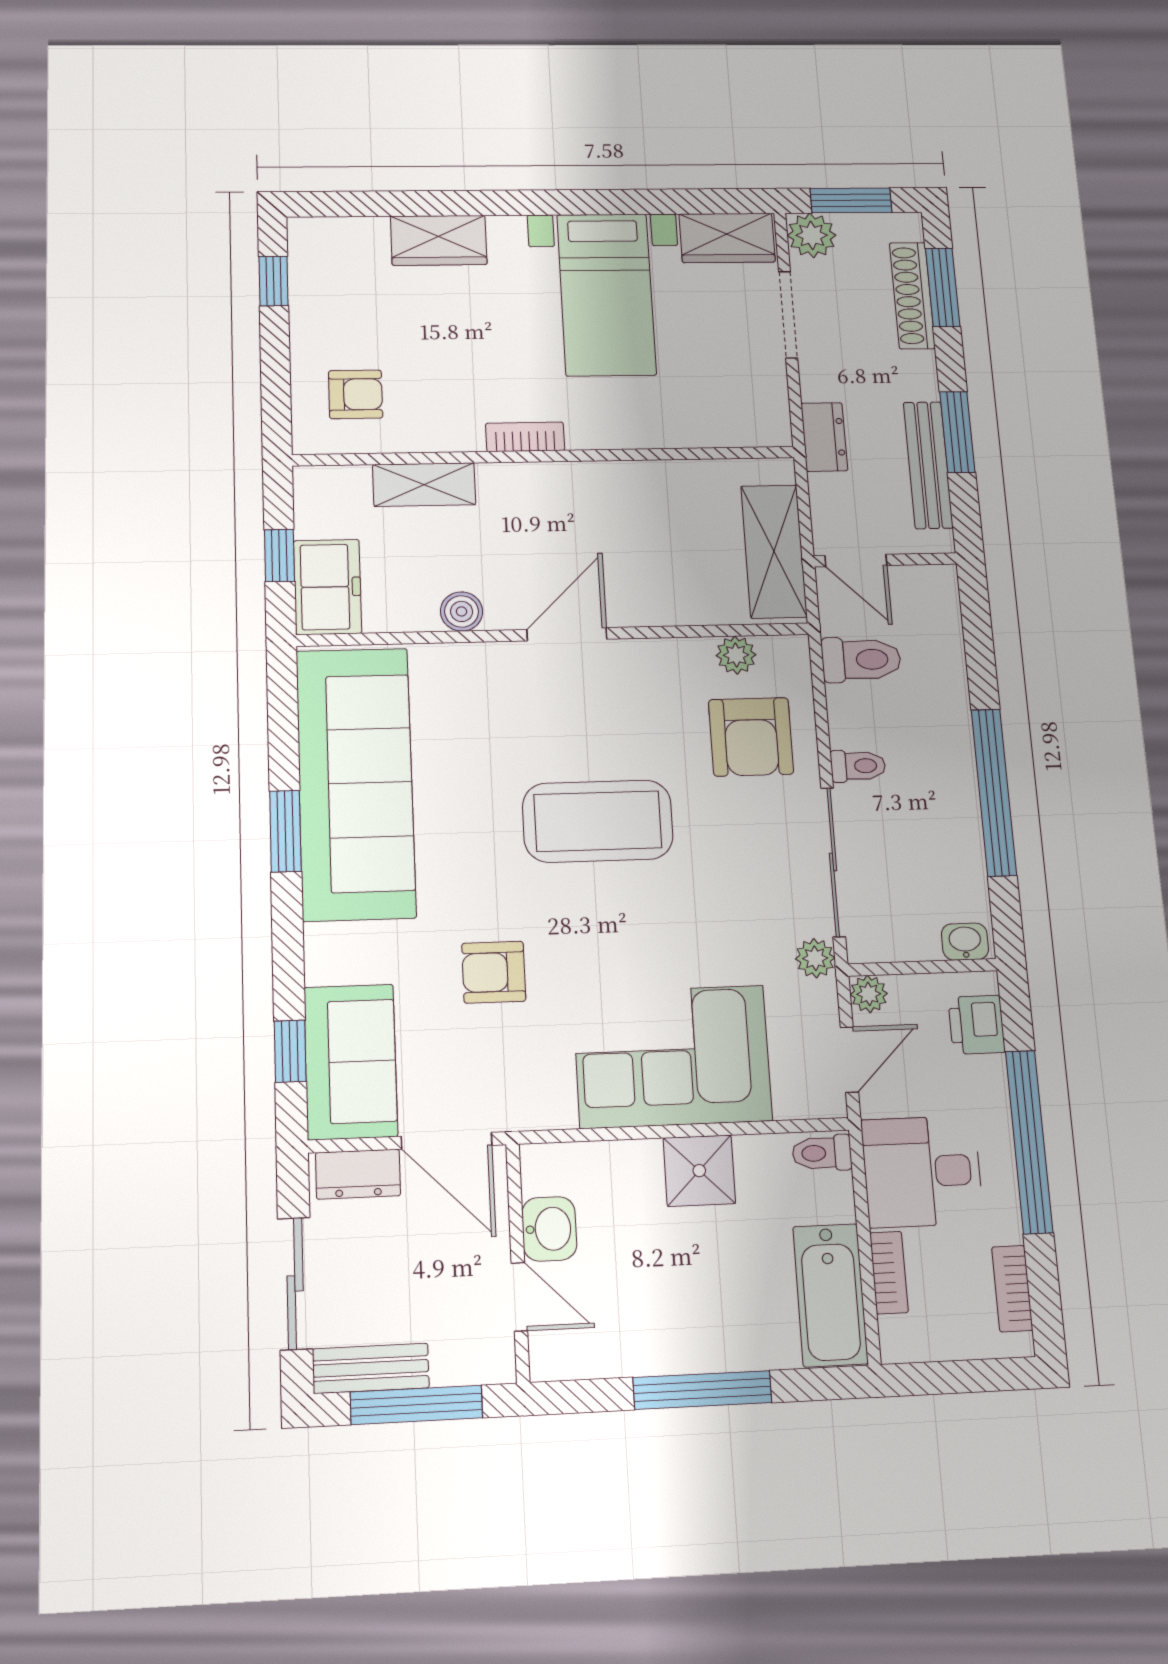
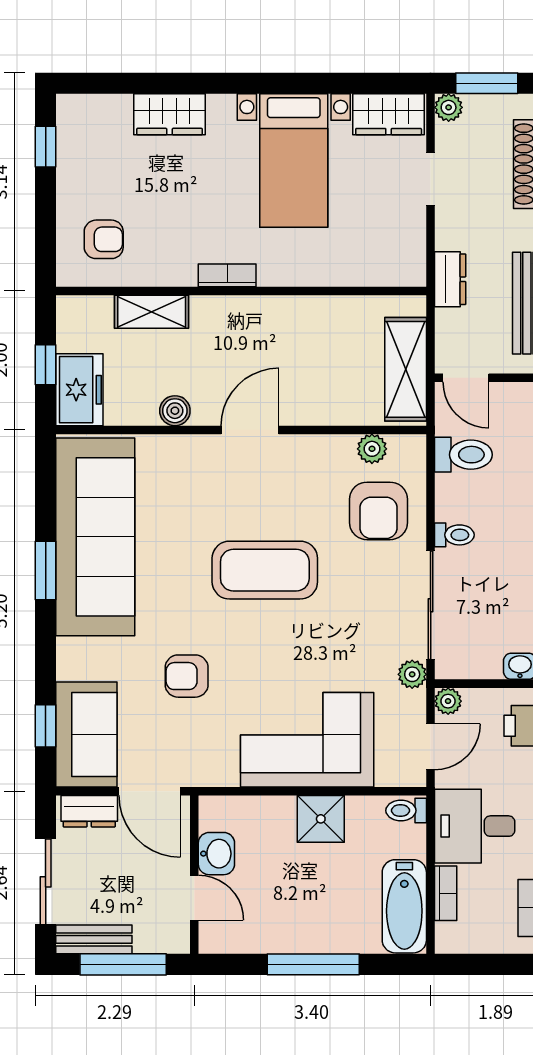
plant: (812, 235) -> (449, 107), width x0.73, depth x0.73
doorway: (788, 315) -> (431, 179), width x0.73

